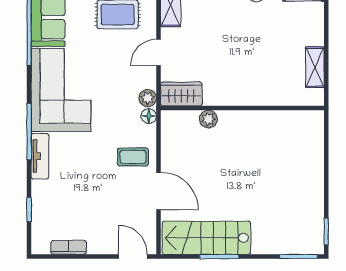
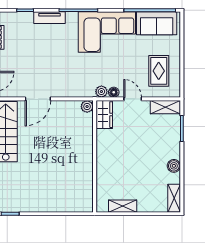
floor lamp: (149, 116) -> (114, 92), moved
plant: (208, 119) -> (87, 107), moved
tv unit: (40, 156) -> (50, 18), moved
coffee table: (133, 157) -> (61, 81), removed

